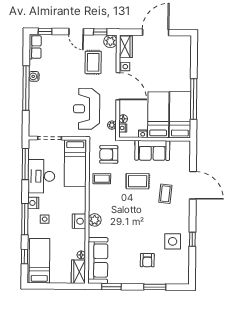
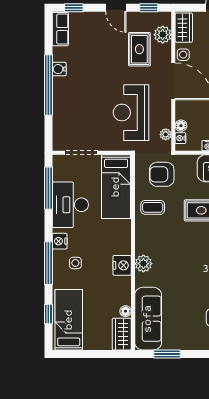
plant: (110, 41) -> (163, 35), moved

